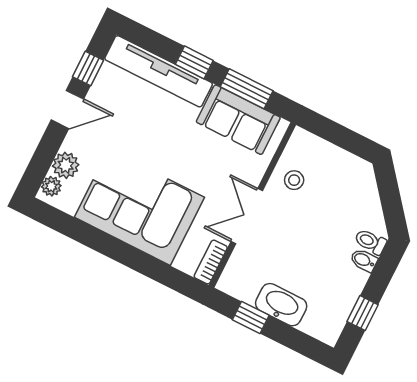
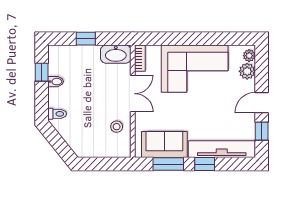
bidet: (364, 260) -> (56, 82), moved
washbasin: (281, 305) -> (116, 54), moved
window: (251, 317) -> (86, 39), moved

